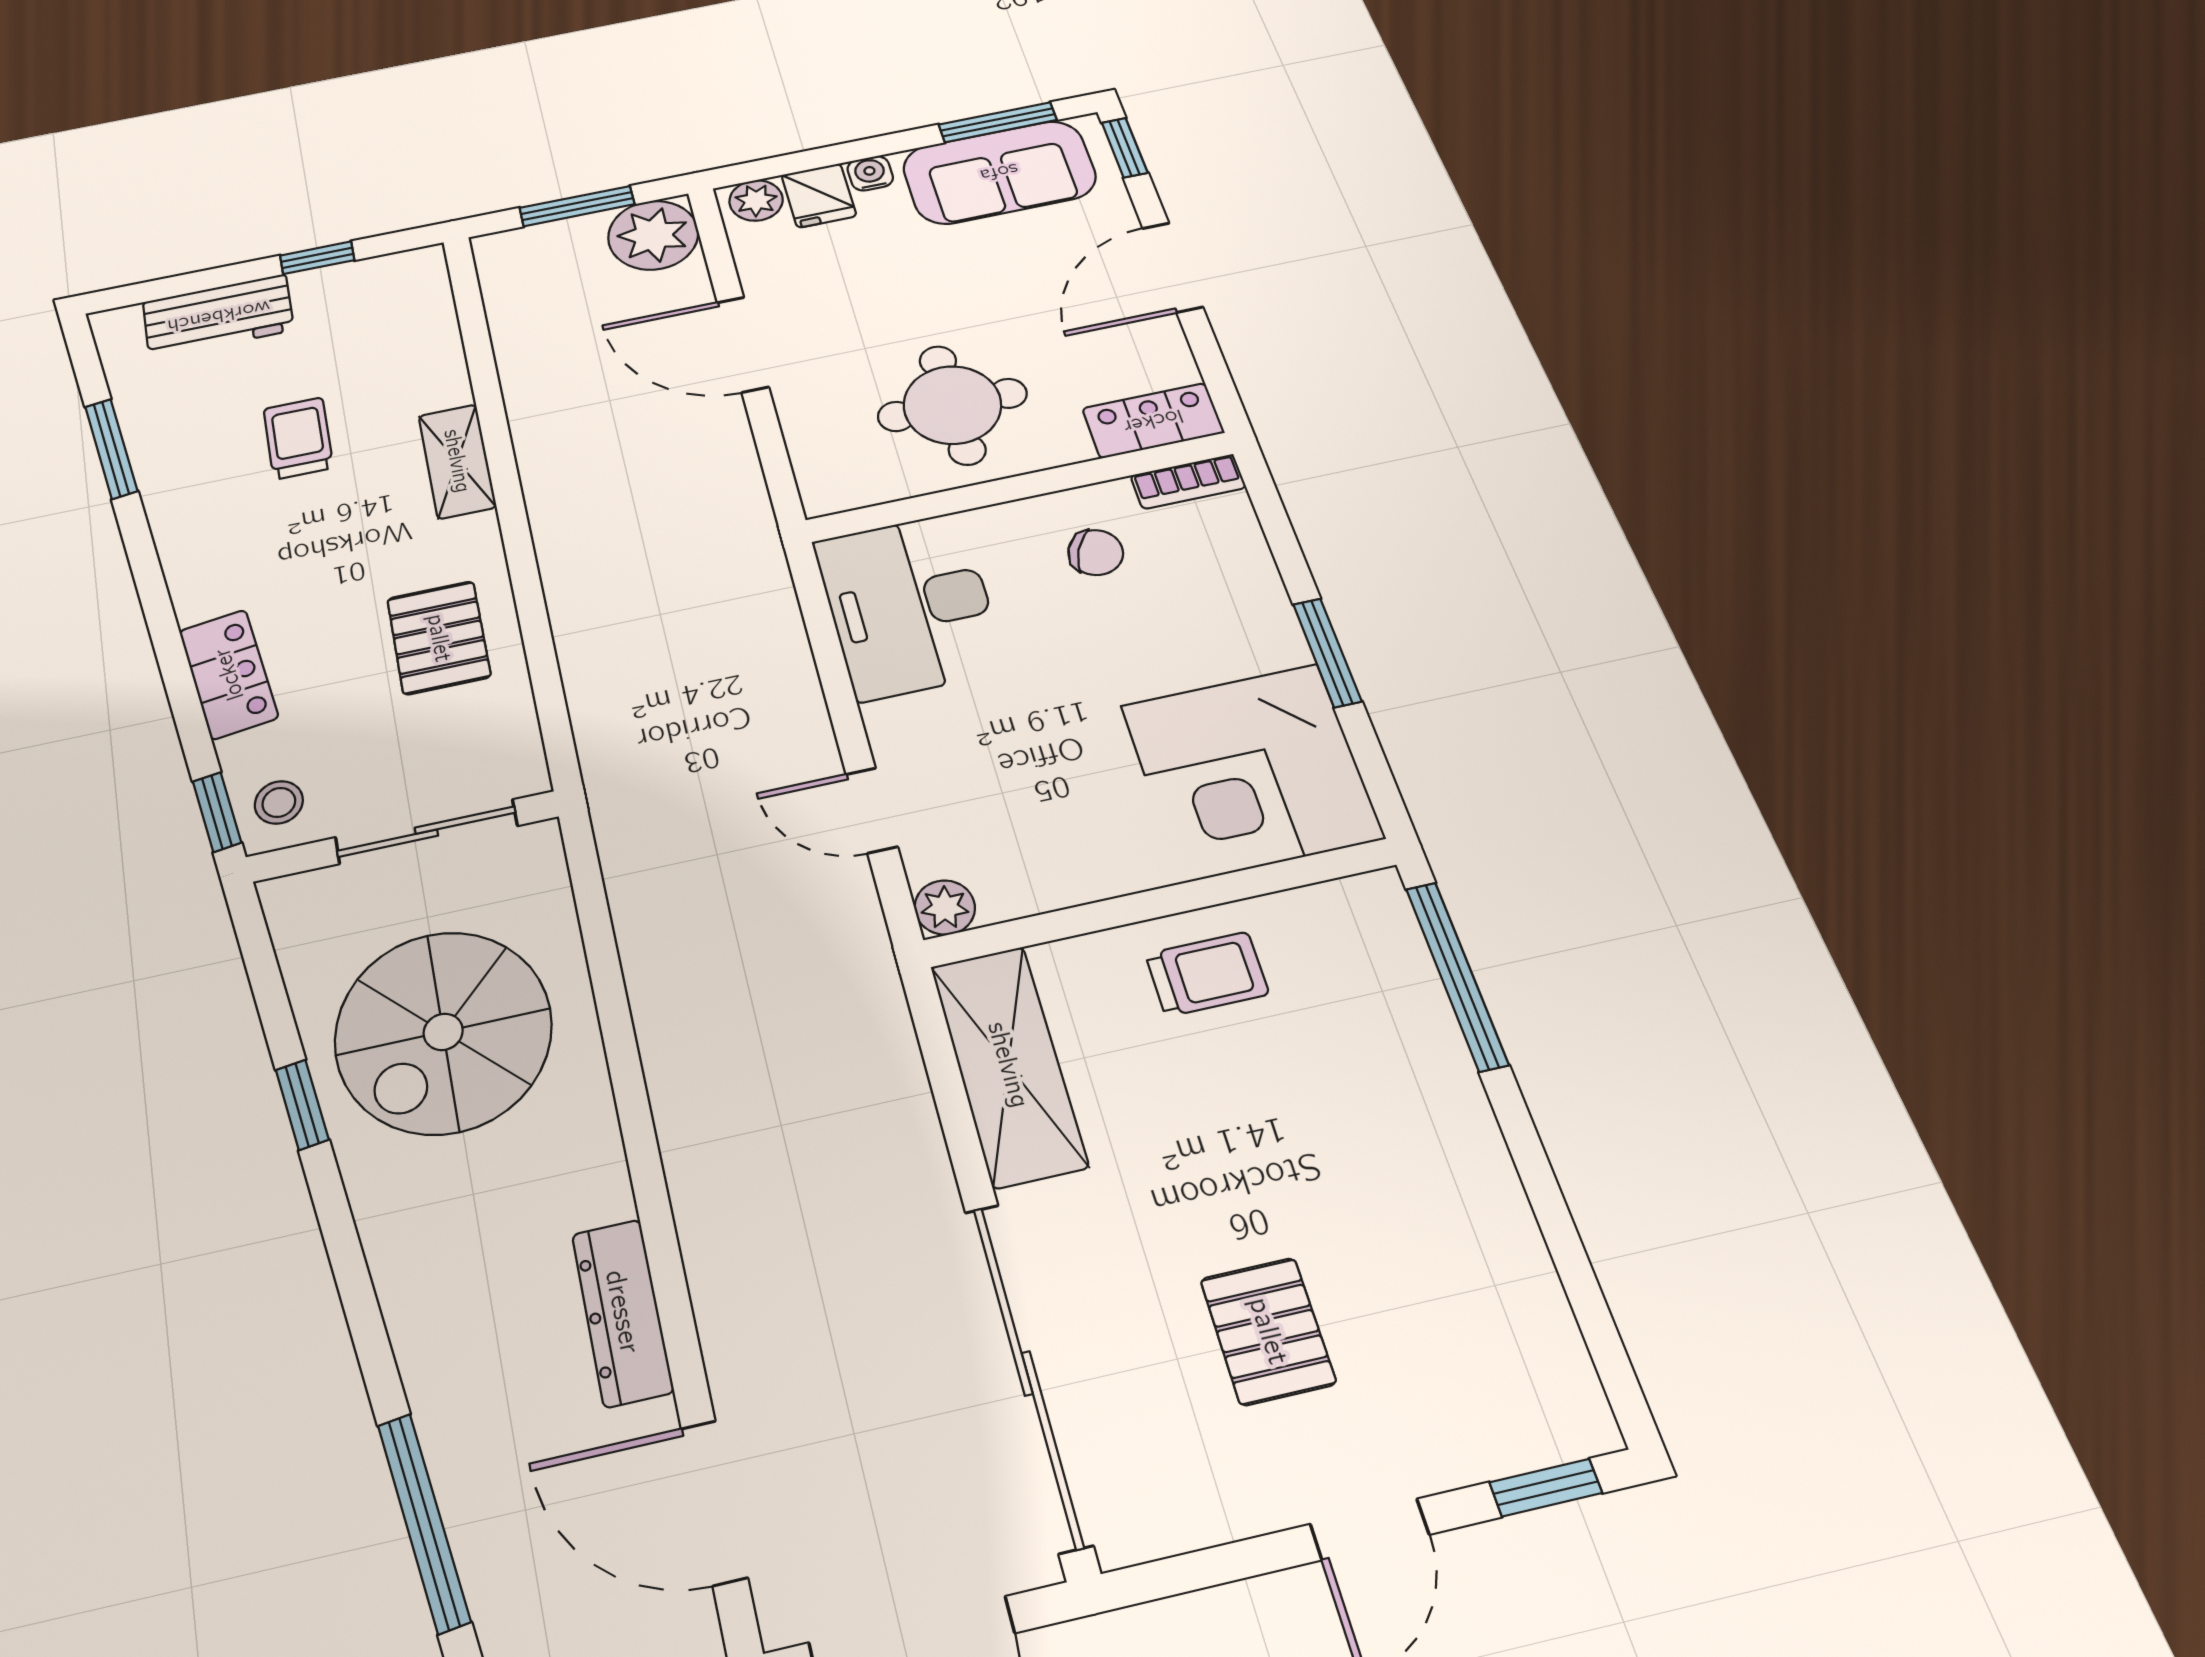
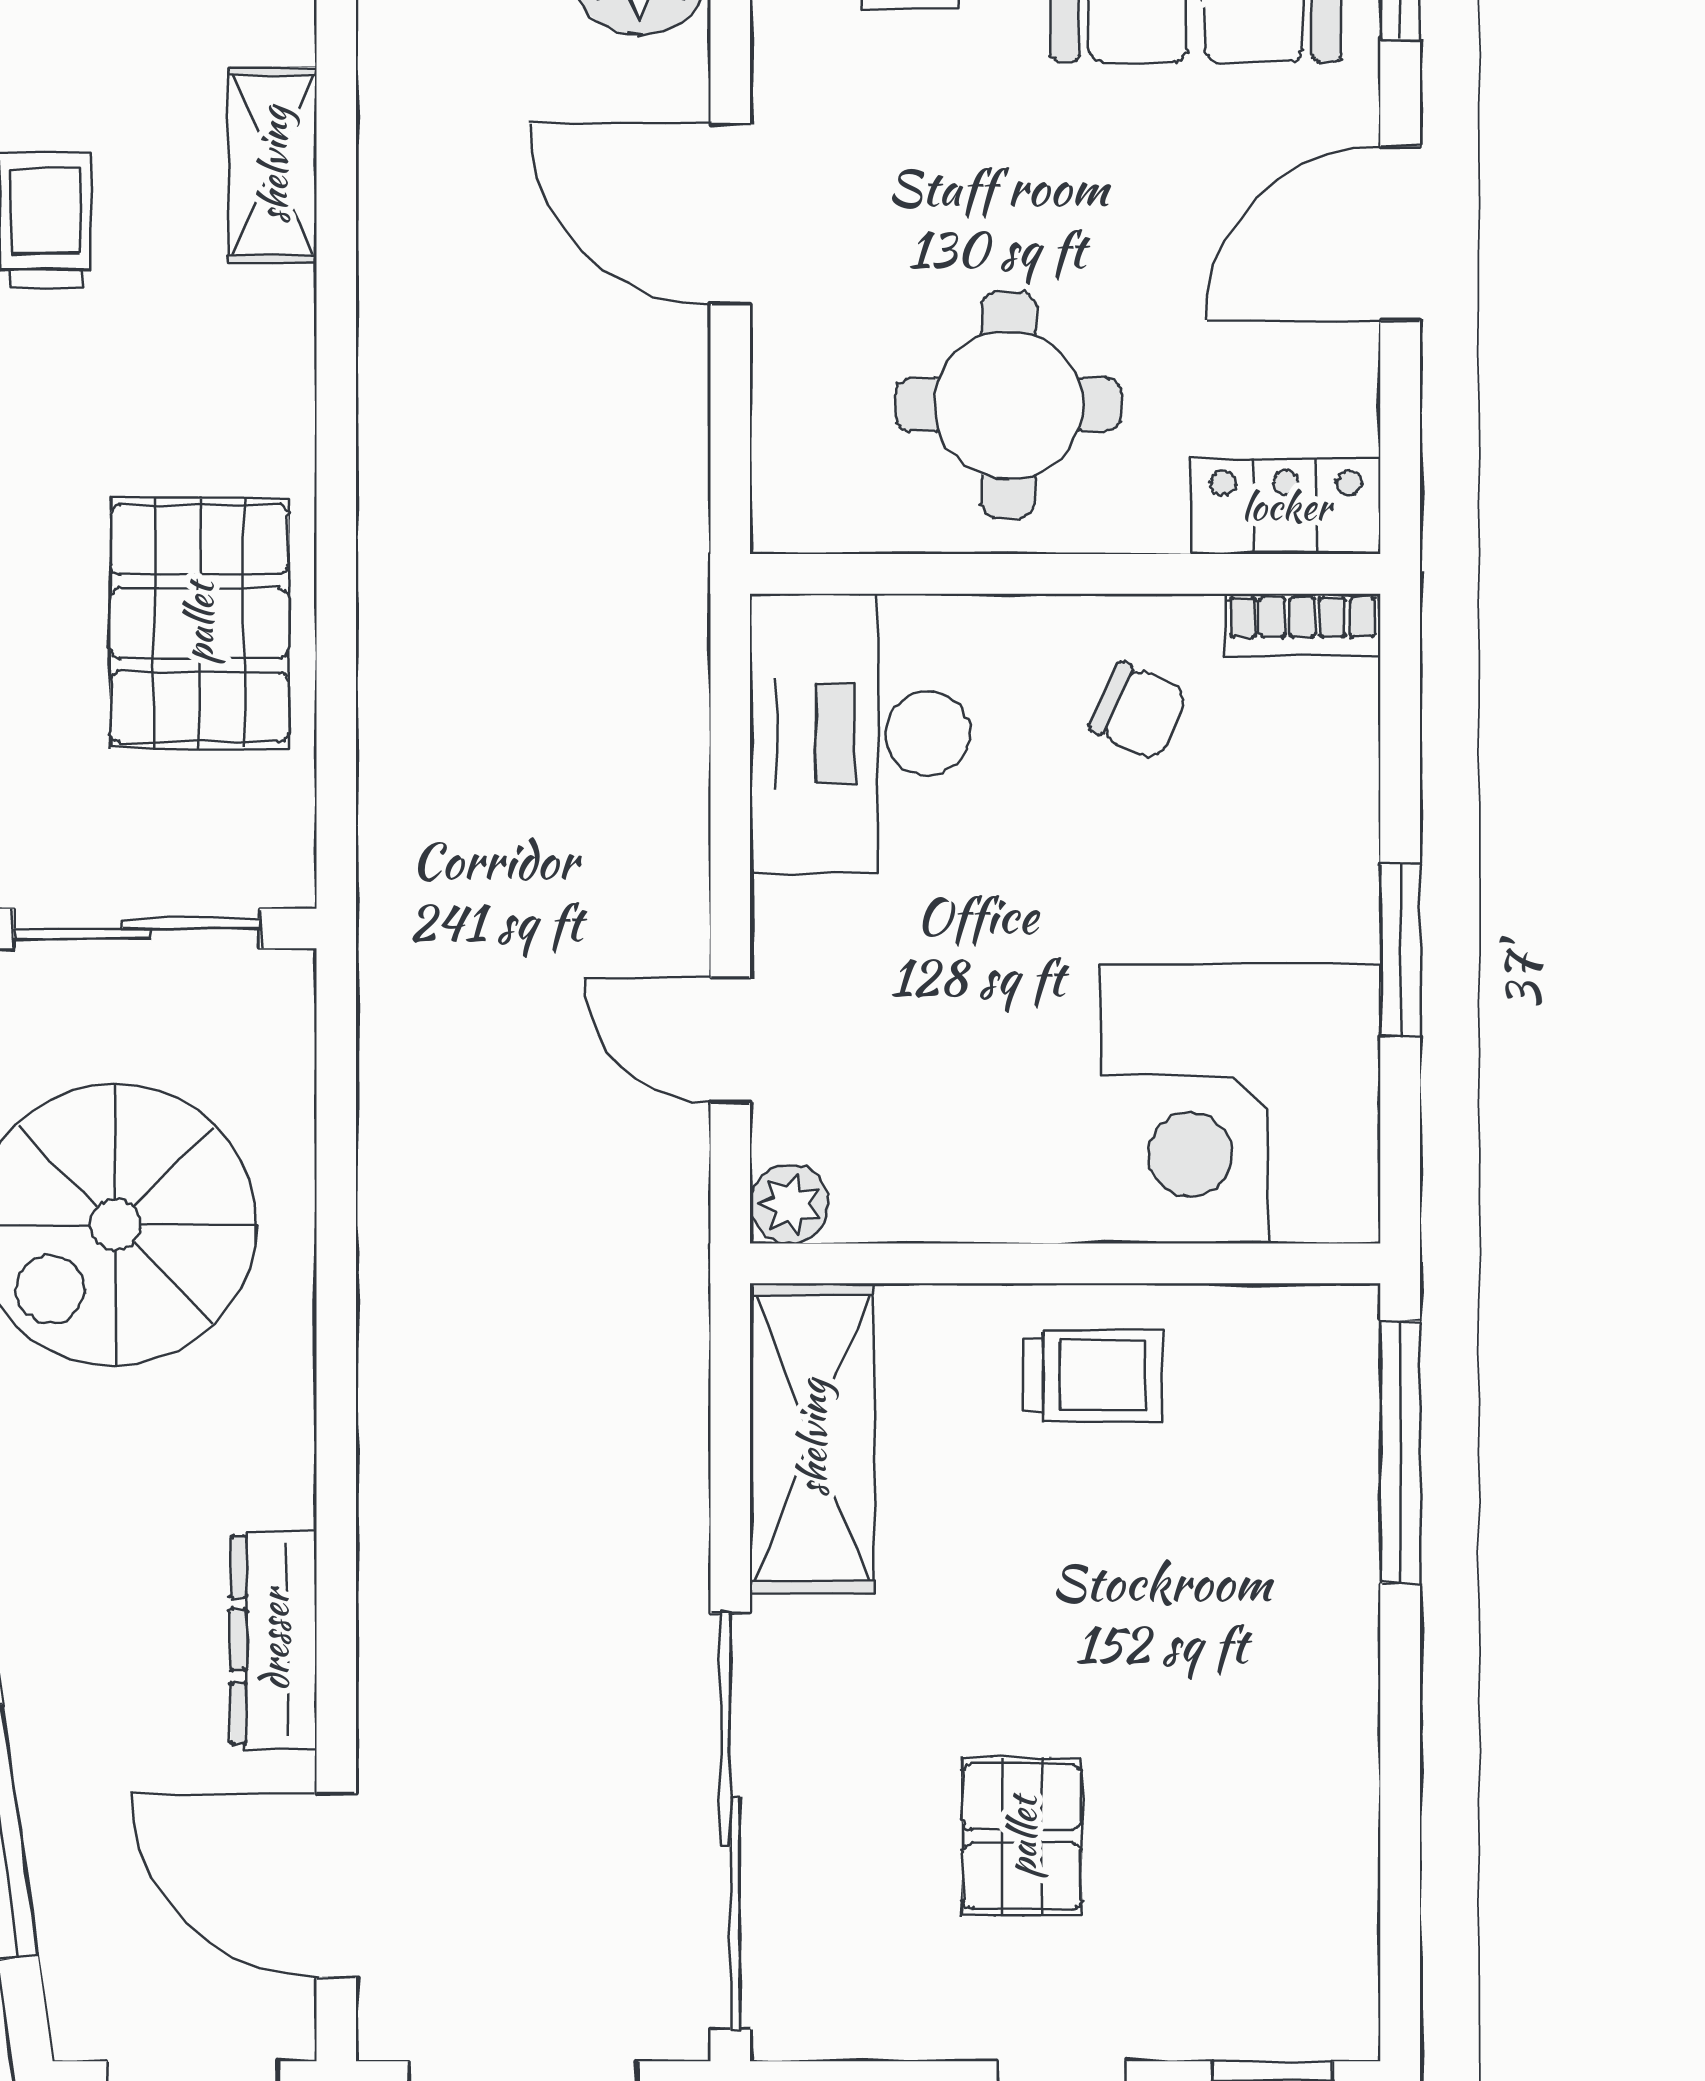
shelving: (457, 461) -> (273, 165), moved
pallet: (439, 638) -> (199, 623), width x1.50, depth x1.42

